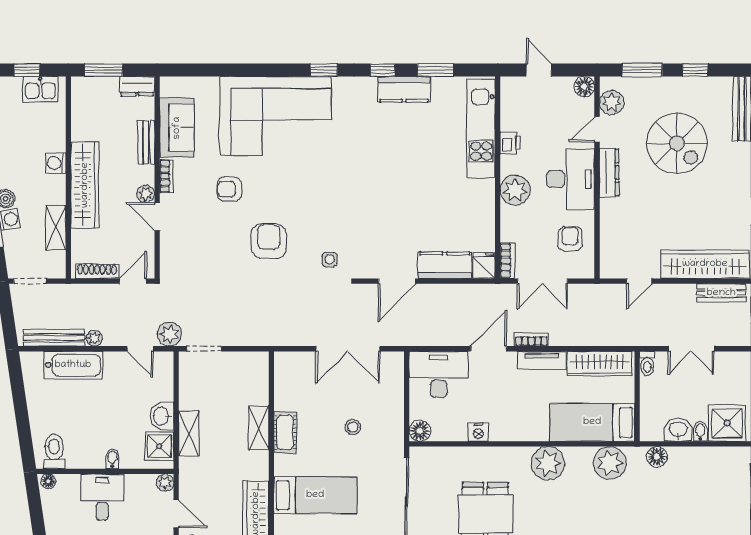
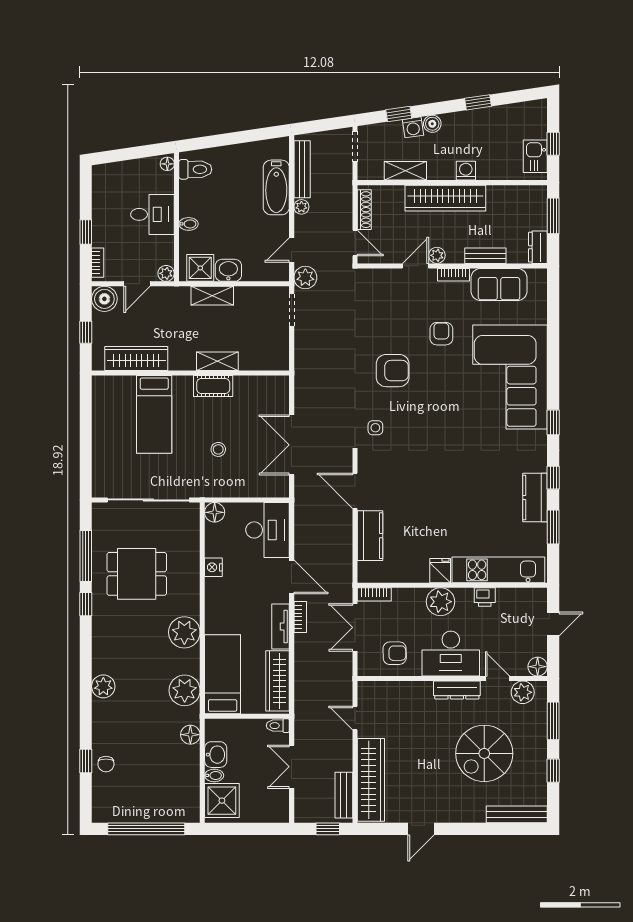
fridge: (484, 265) -> (440, 571), moved, turned -90

